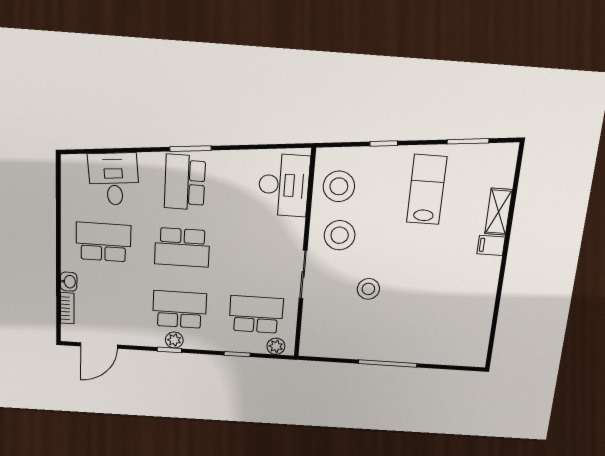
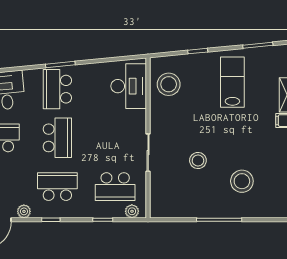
stool: (340, 235) -> (242, 181), moved
school desk: (182, 247) -> (57, 138), turned -90
school desk: (256, 314) -> (115, 187), turned 180
plant: (174, 340) -> (24, 211), moved

